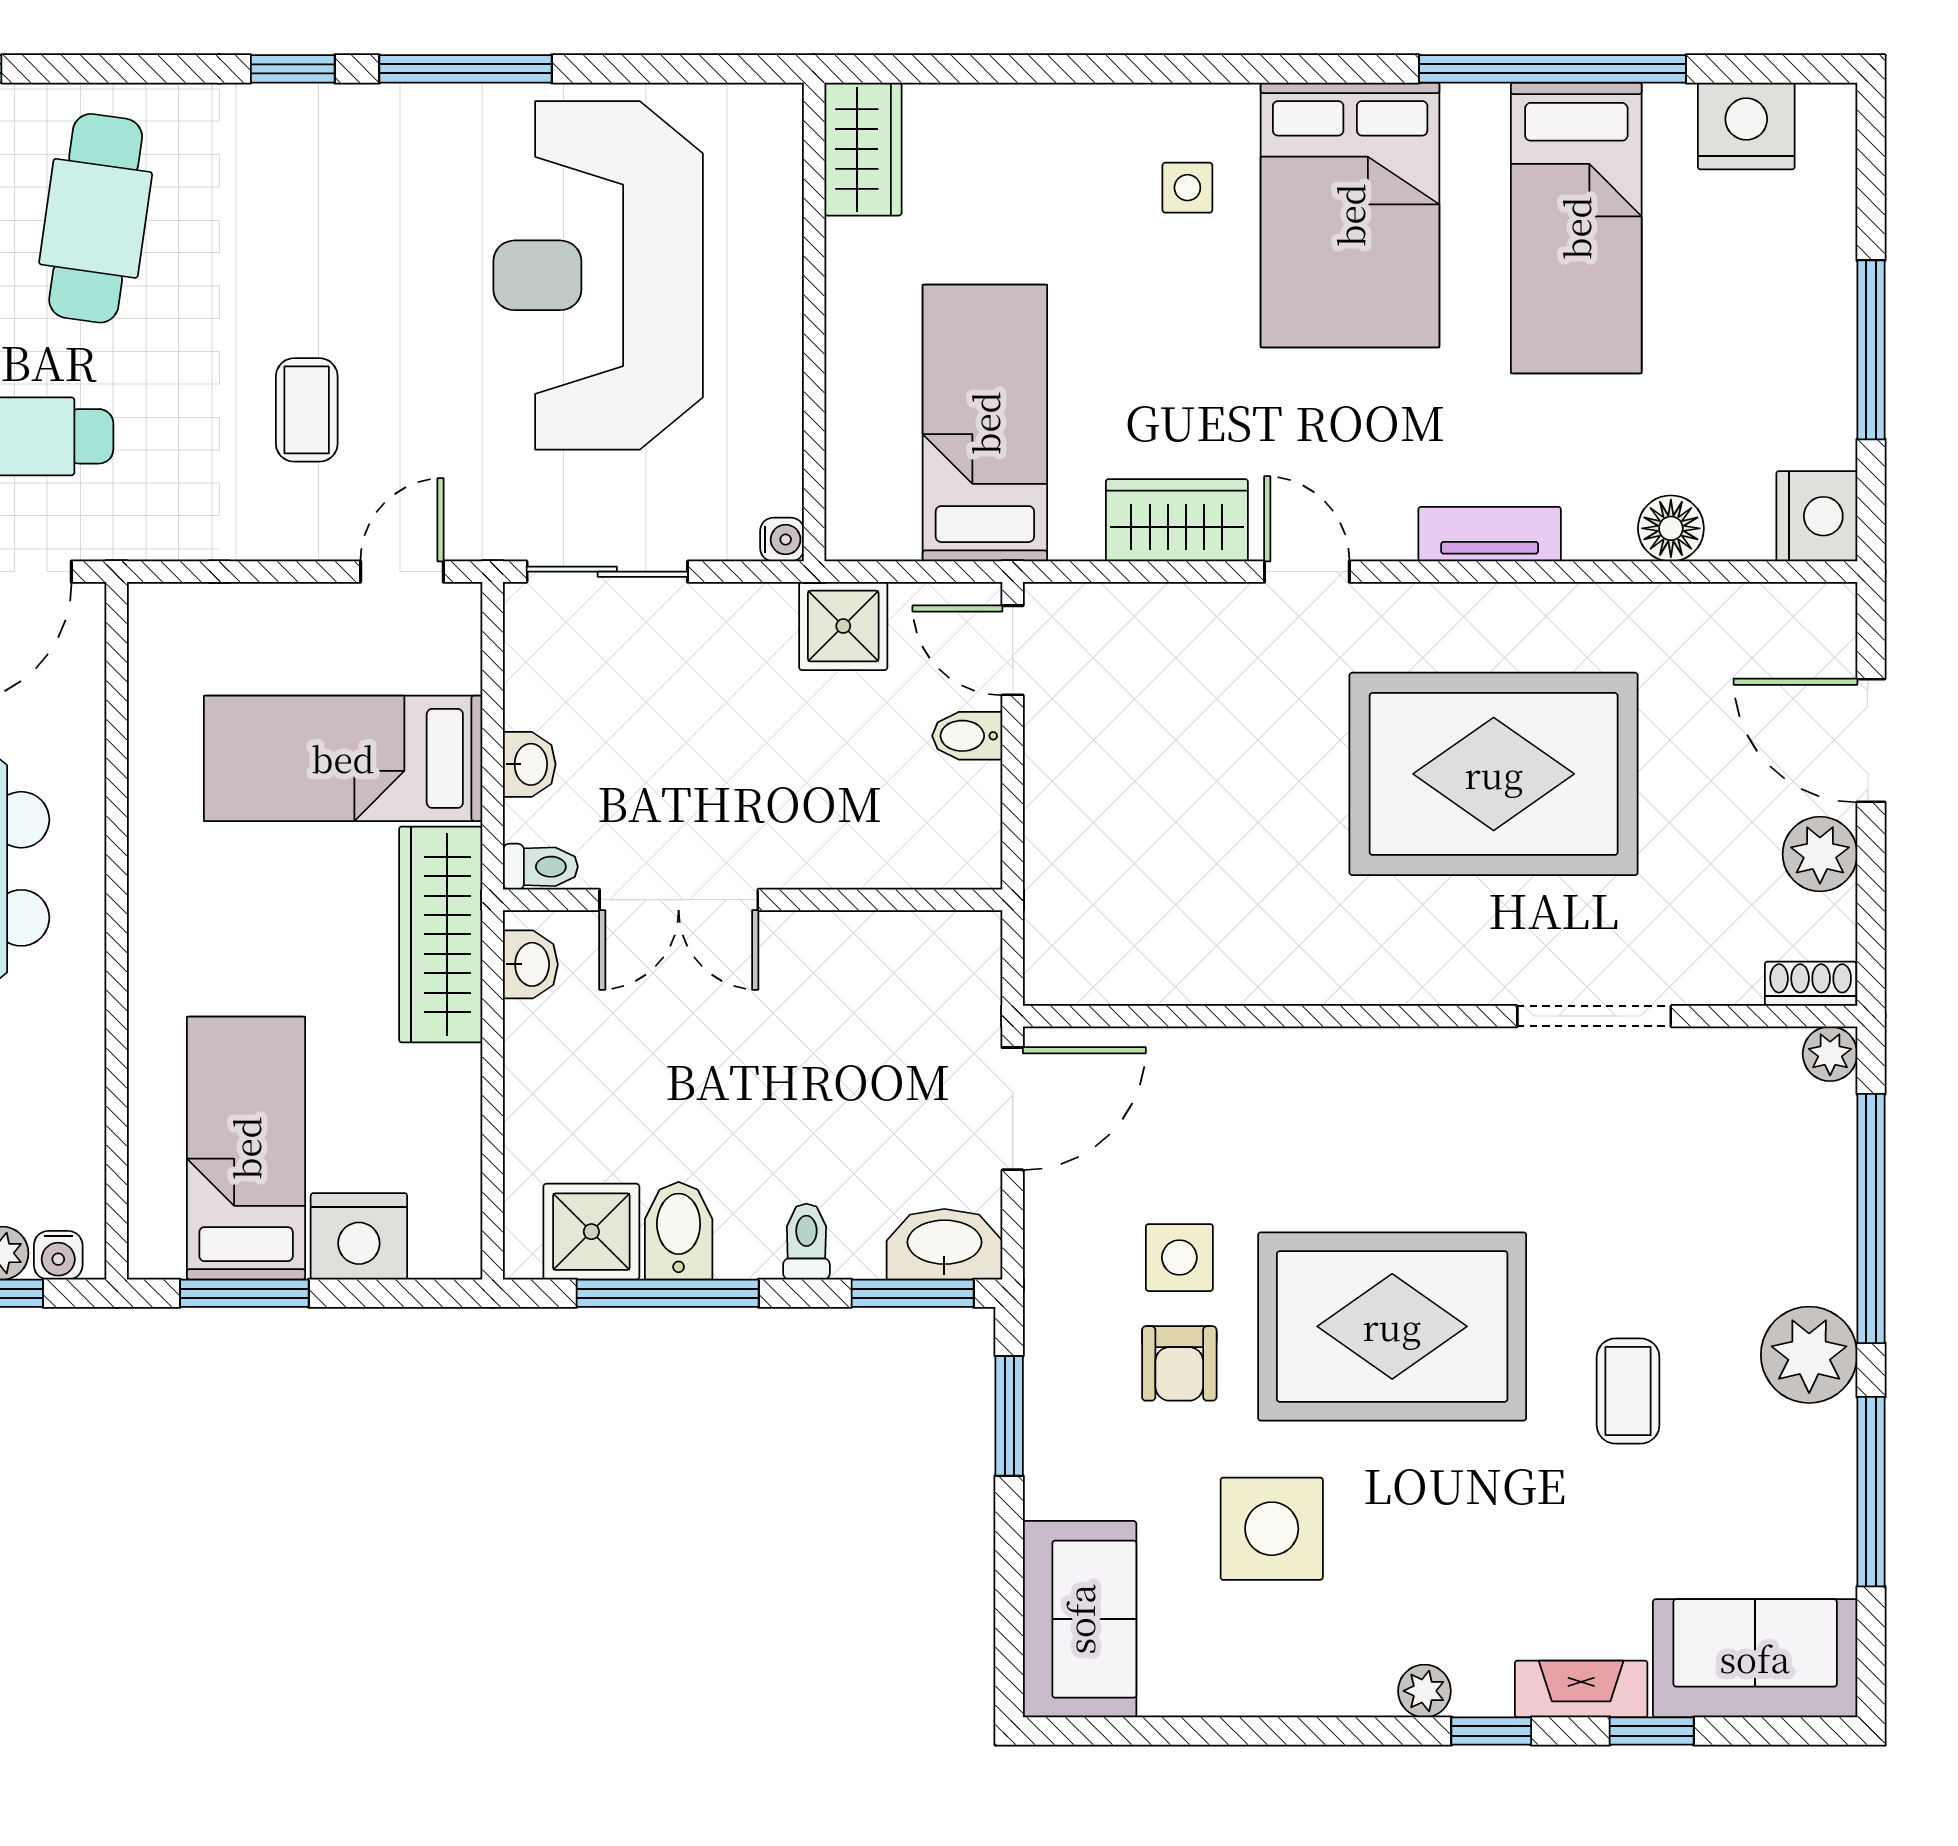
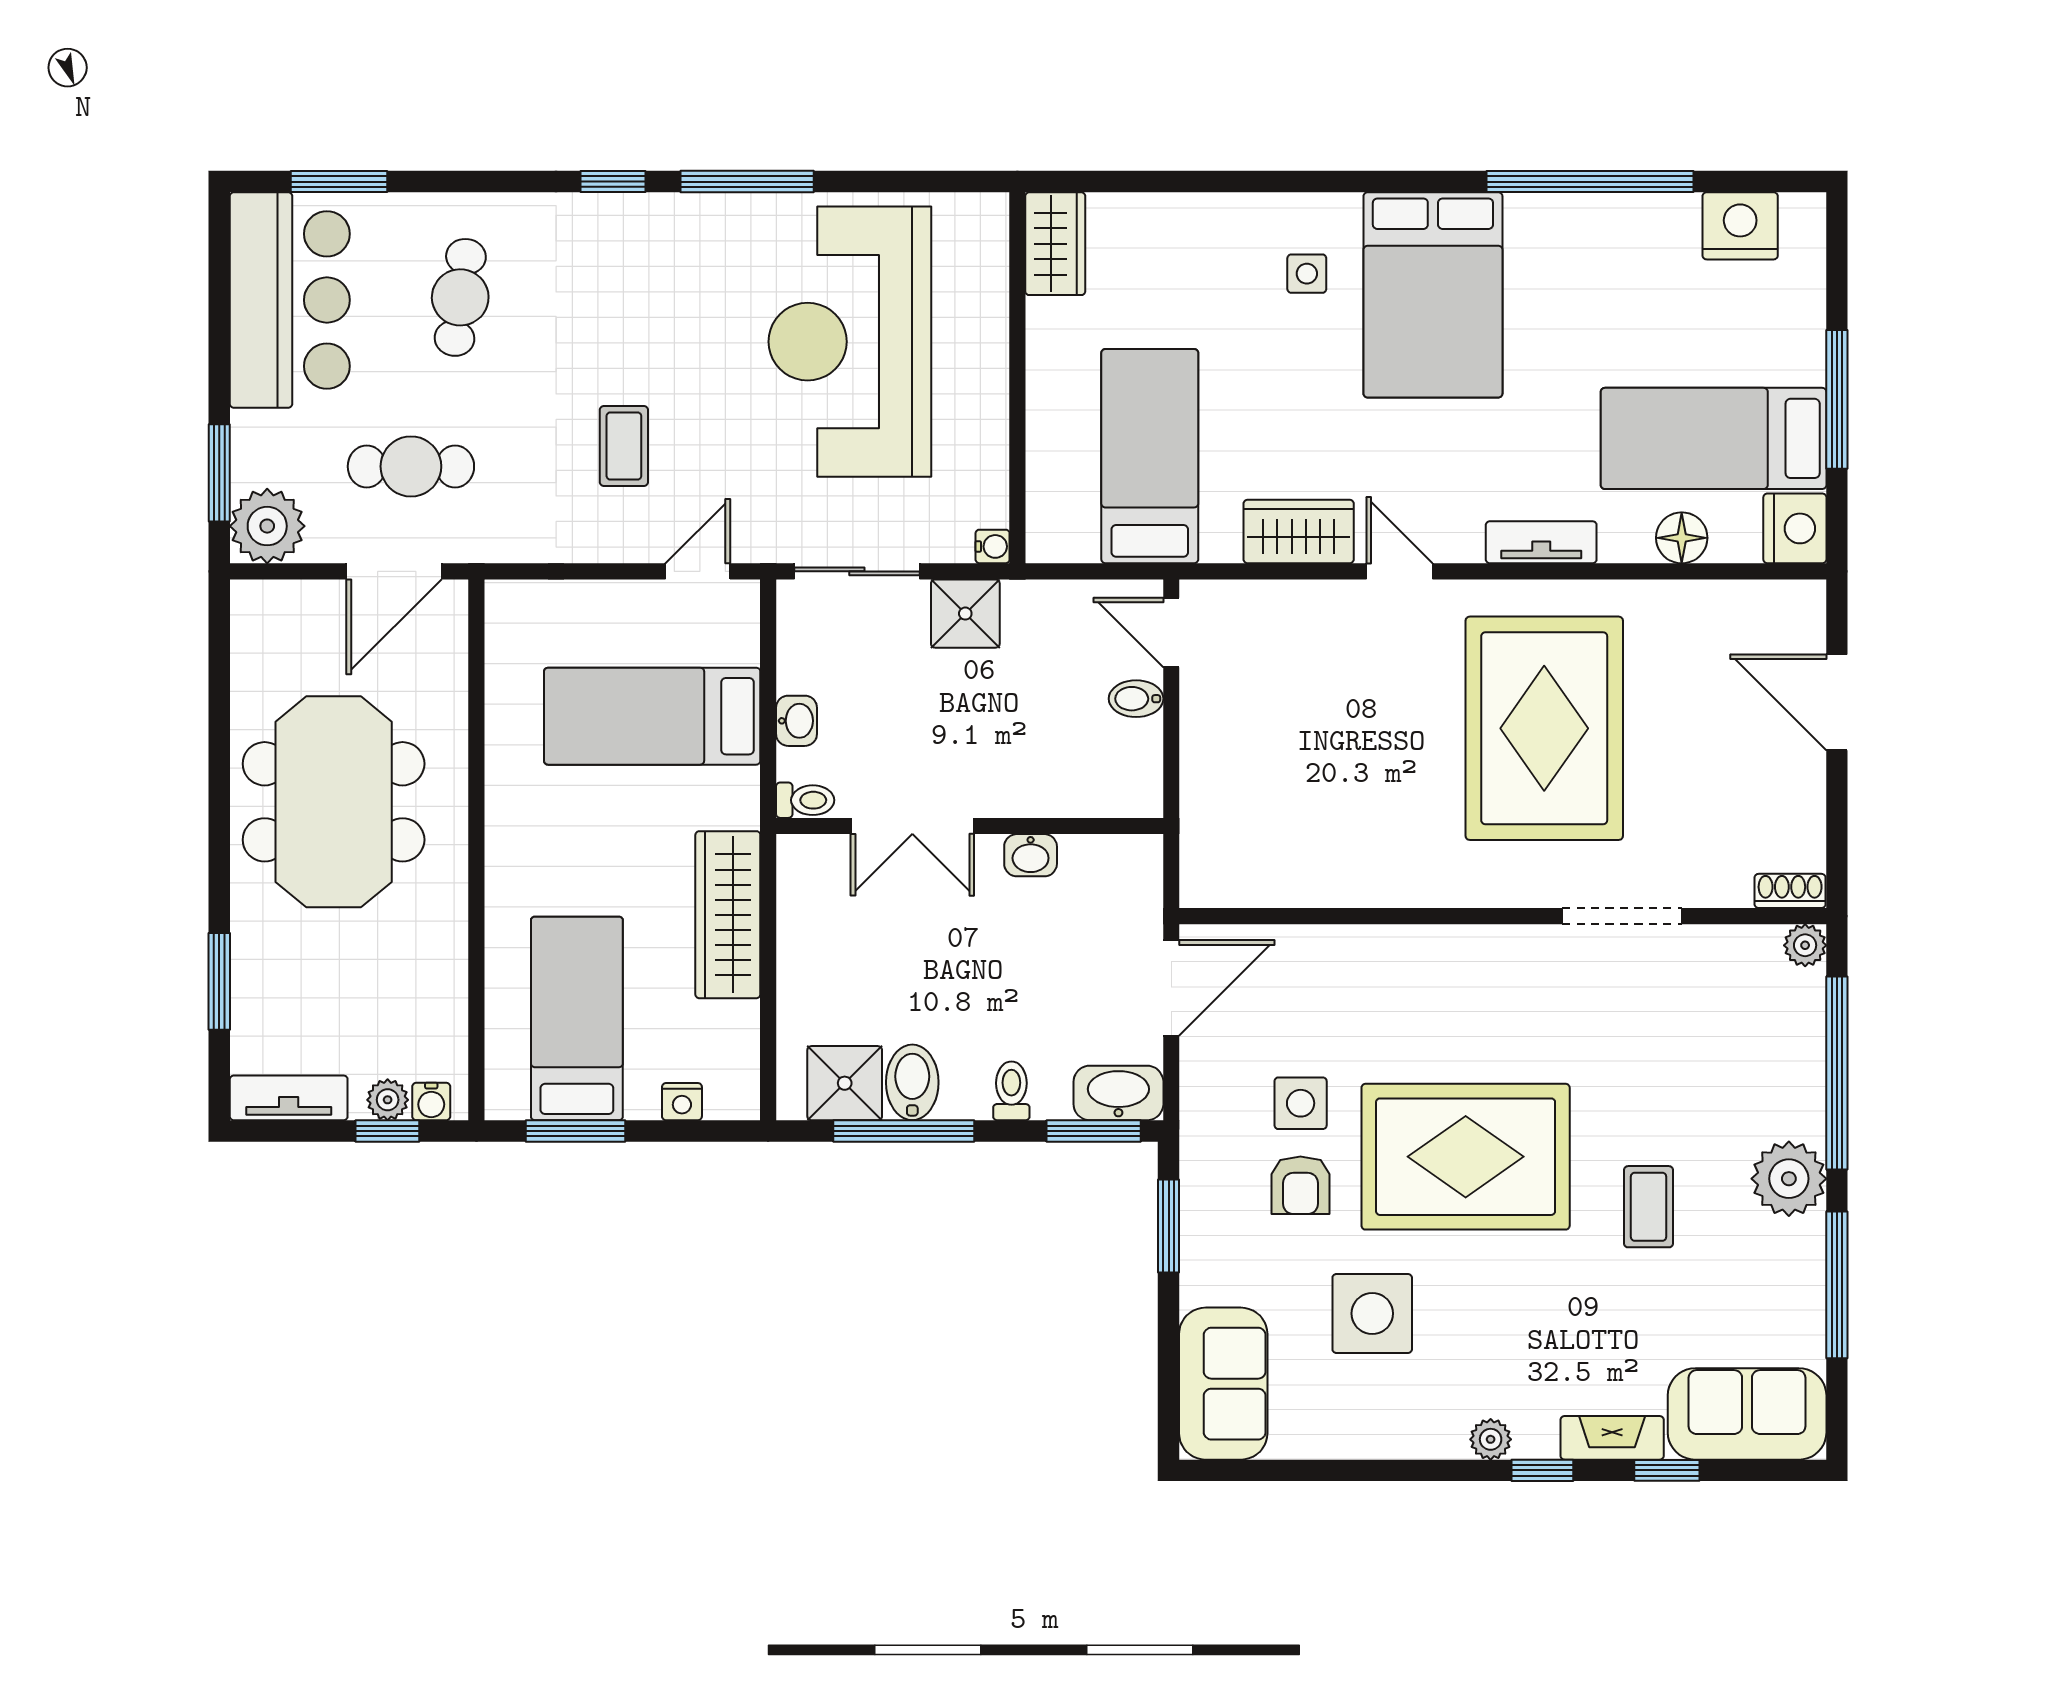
cafe table: (96, 218) -> (460, 297), width x0.73, depth x0.74
bed: (1576, 228) -> (1714, 438), moved, turned 90
shower: (843, 626) -> (965, 614), moved
rug: (1494, 774) -> (1544, 728), turned 90
plant: (1820, 854) -> (1797, 790), removed
wardrobe: (441, 934) -> (728, 915), moved
washbasin: (530, 964) -> (1031, 855), moved, turned 90
nightstand: (359, 1236) -> (682, 1102), width x0.53, depth x0.56

